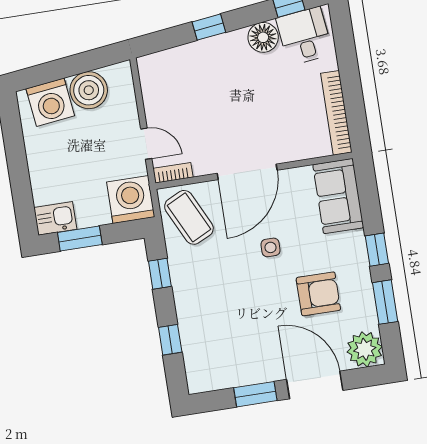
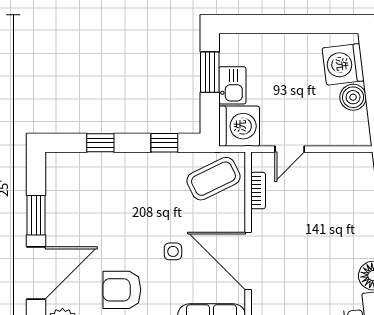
boiler: (89, 90) -> (353, 97), width x0.73, depth x0.73
door: (247, 172) -> (248, 261), moved
bookcase: (173, 173) -> (258, 191), moved
kitchen sink: (55, 218) -> (232, 85), moved
armchair: (318, 294) -> (122, 290), turned 90

